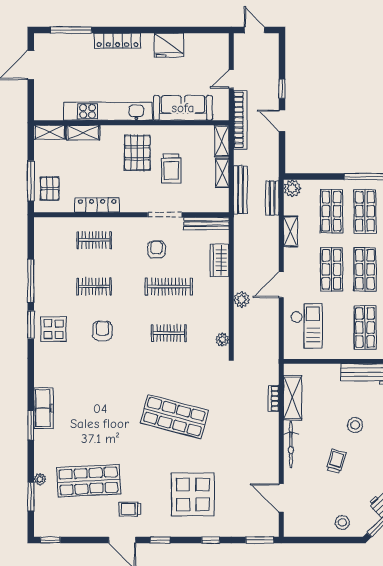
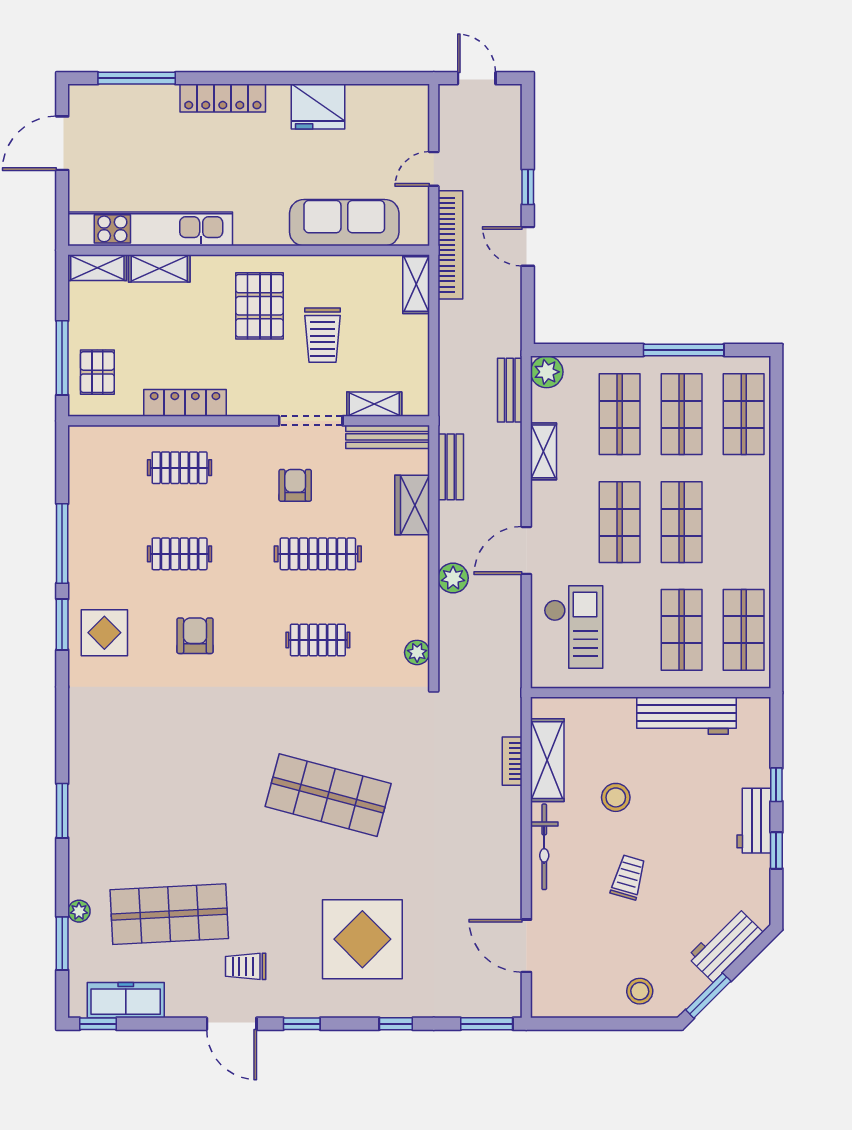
kitchen unit: (108, 111) -> (150, 229), moved
shelving: (222, 173) -> (374, 404), moved, turned 90
bench: (240, 190) -> (451, 467), moved, width x0.73
freezer: (44, 408) -> (126, 1000), moved, turned -90
stool: (355, 425) -> (616, 797), moved

